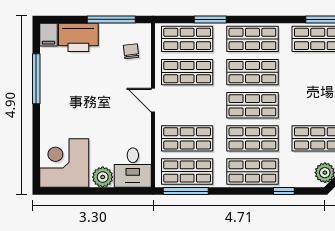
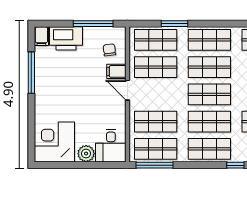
filing cabinet: (139, 77) -> (116, 71), added

